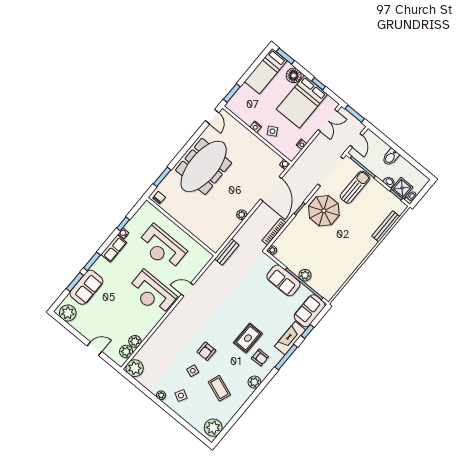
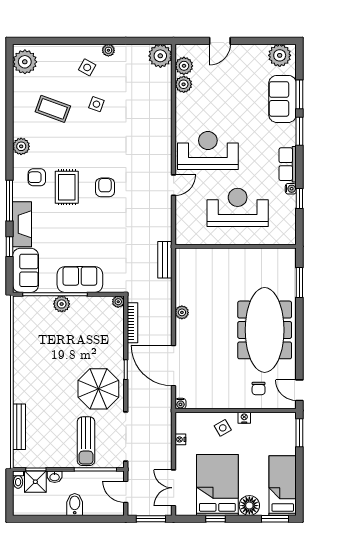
chair: (159, 198) -> (259, 388), moved
armchair: (206, 351) -> (105, 187), moved

